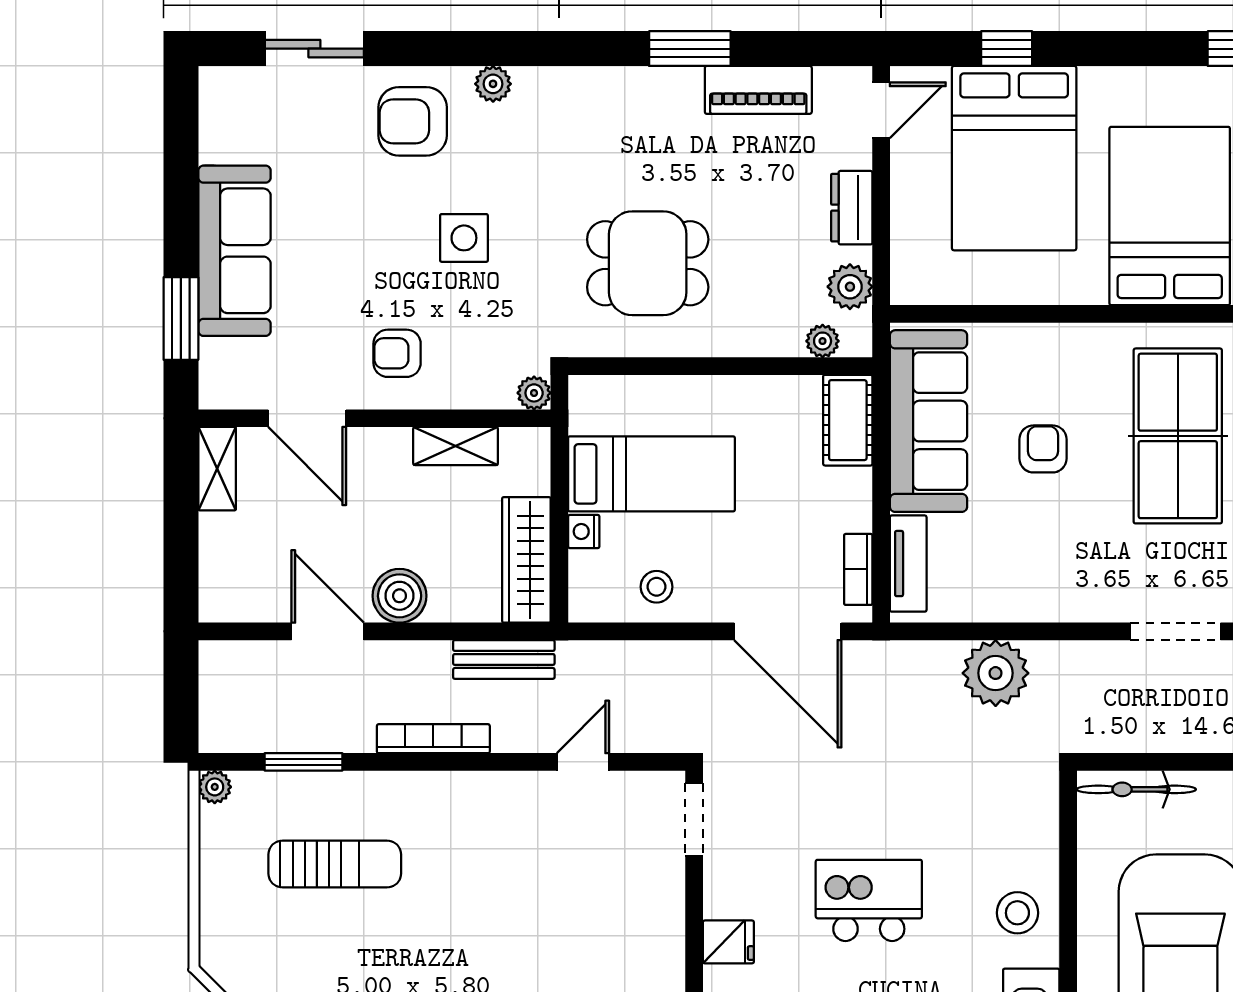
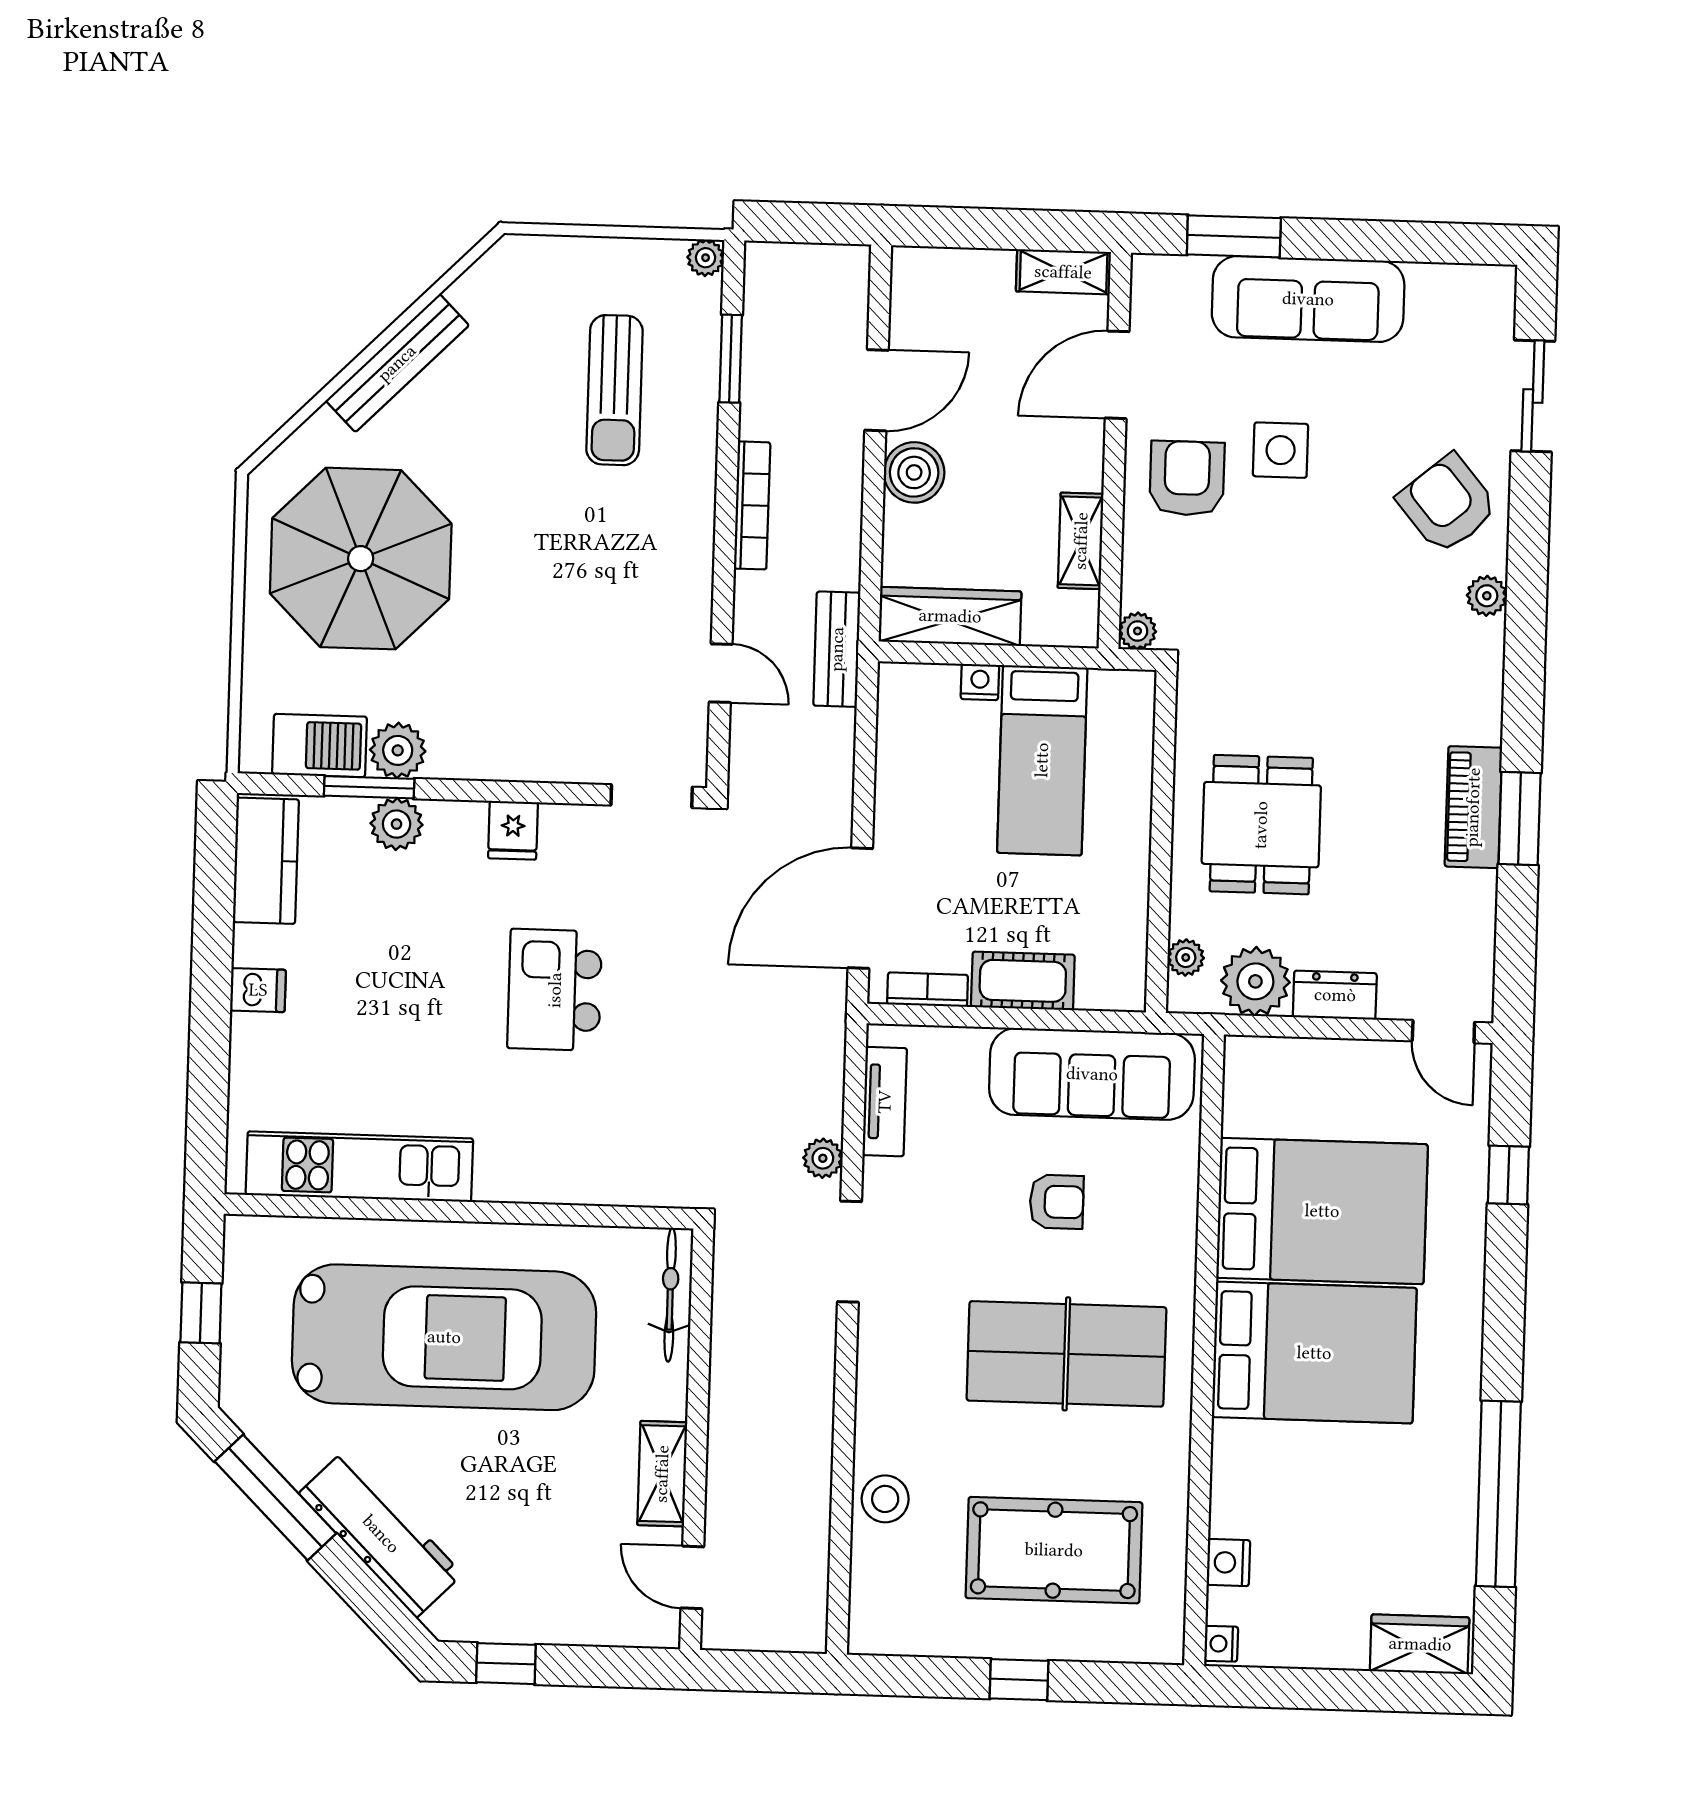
piano: (758, 90) -> (1473, 807), moved
armchair: (413, 121) -> (1447, 504), turned -40
bed: (1014, 158) -> (1322, 1211), moved, turned 180
side table: (464, 238) -> (1281, 450), moved
dining table: (648, 263) -> (1261, 825), moved
plant: (850, 287) -> (1255, 981), width x1.36, depth x1.36
armchair: (397, 353) -> (1187, 478), width x1.38, depth x1.38
cot: (848, 420) -> (1023, 981), moved
tv unit: (908, 564) -> (885, 1102), moved, turned -90
stool: (657, 587) -> (915, 762), removed
doorway: (1176, 631) -> (849, 1252), moved
bench: (504, 659) -> (837, 649), moved
plant: (996, 673) -> (823, 1158), width x0.53, depth x0.53
kitchen island: (869, 900) -> (555, 990), turned 180
stool: (1017, 913) -> (535, 1157), removed

